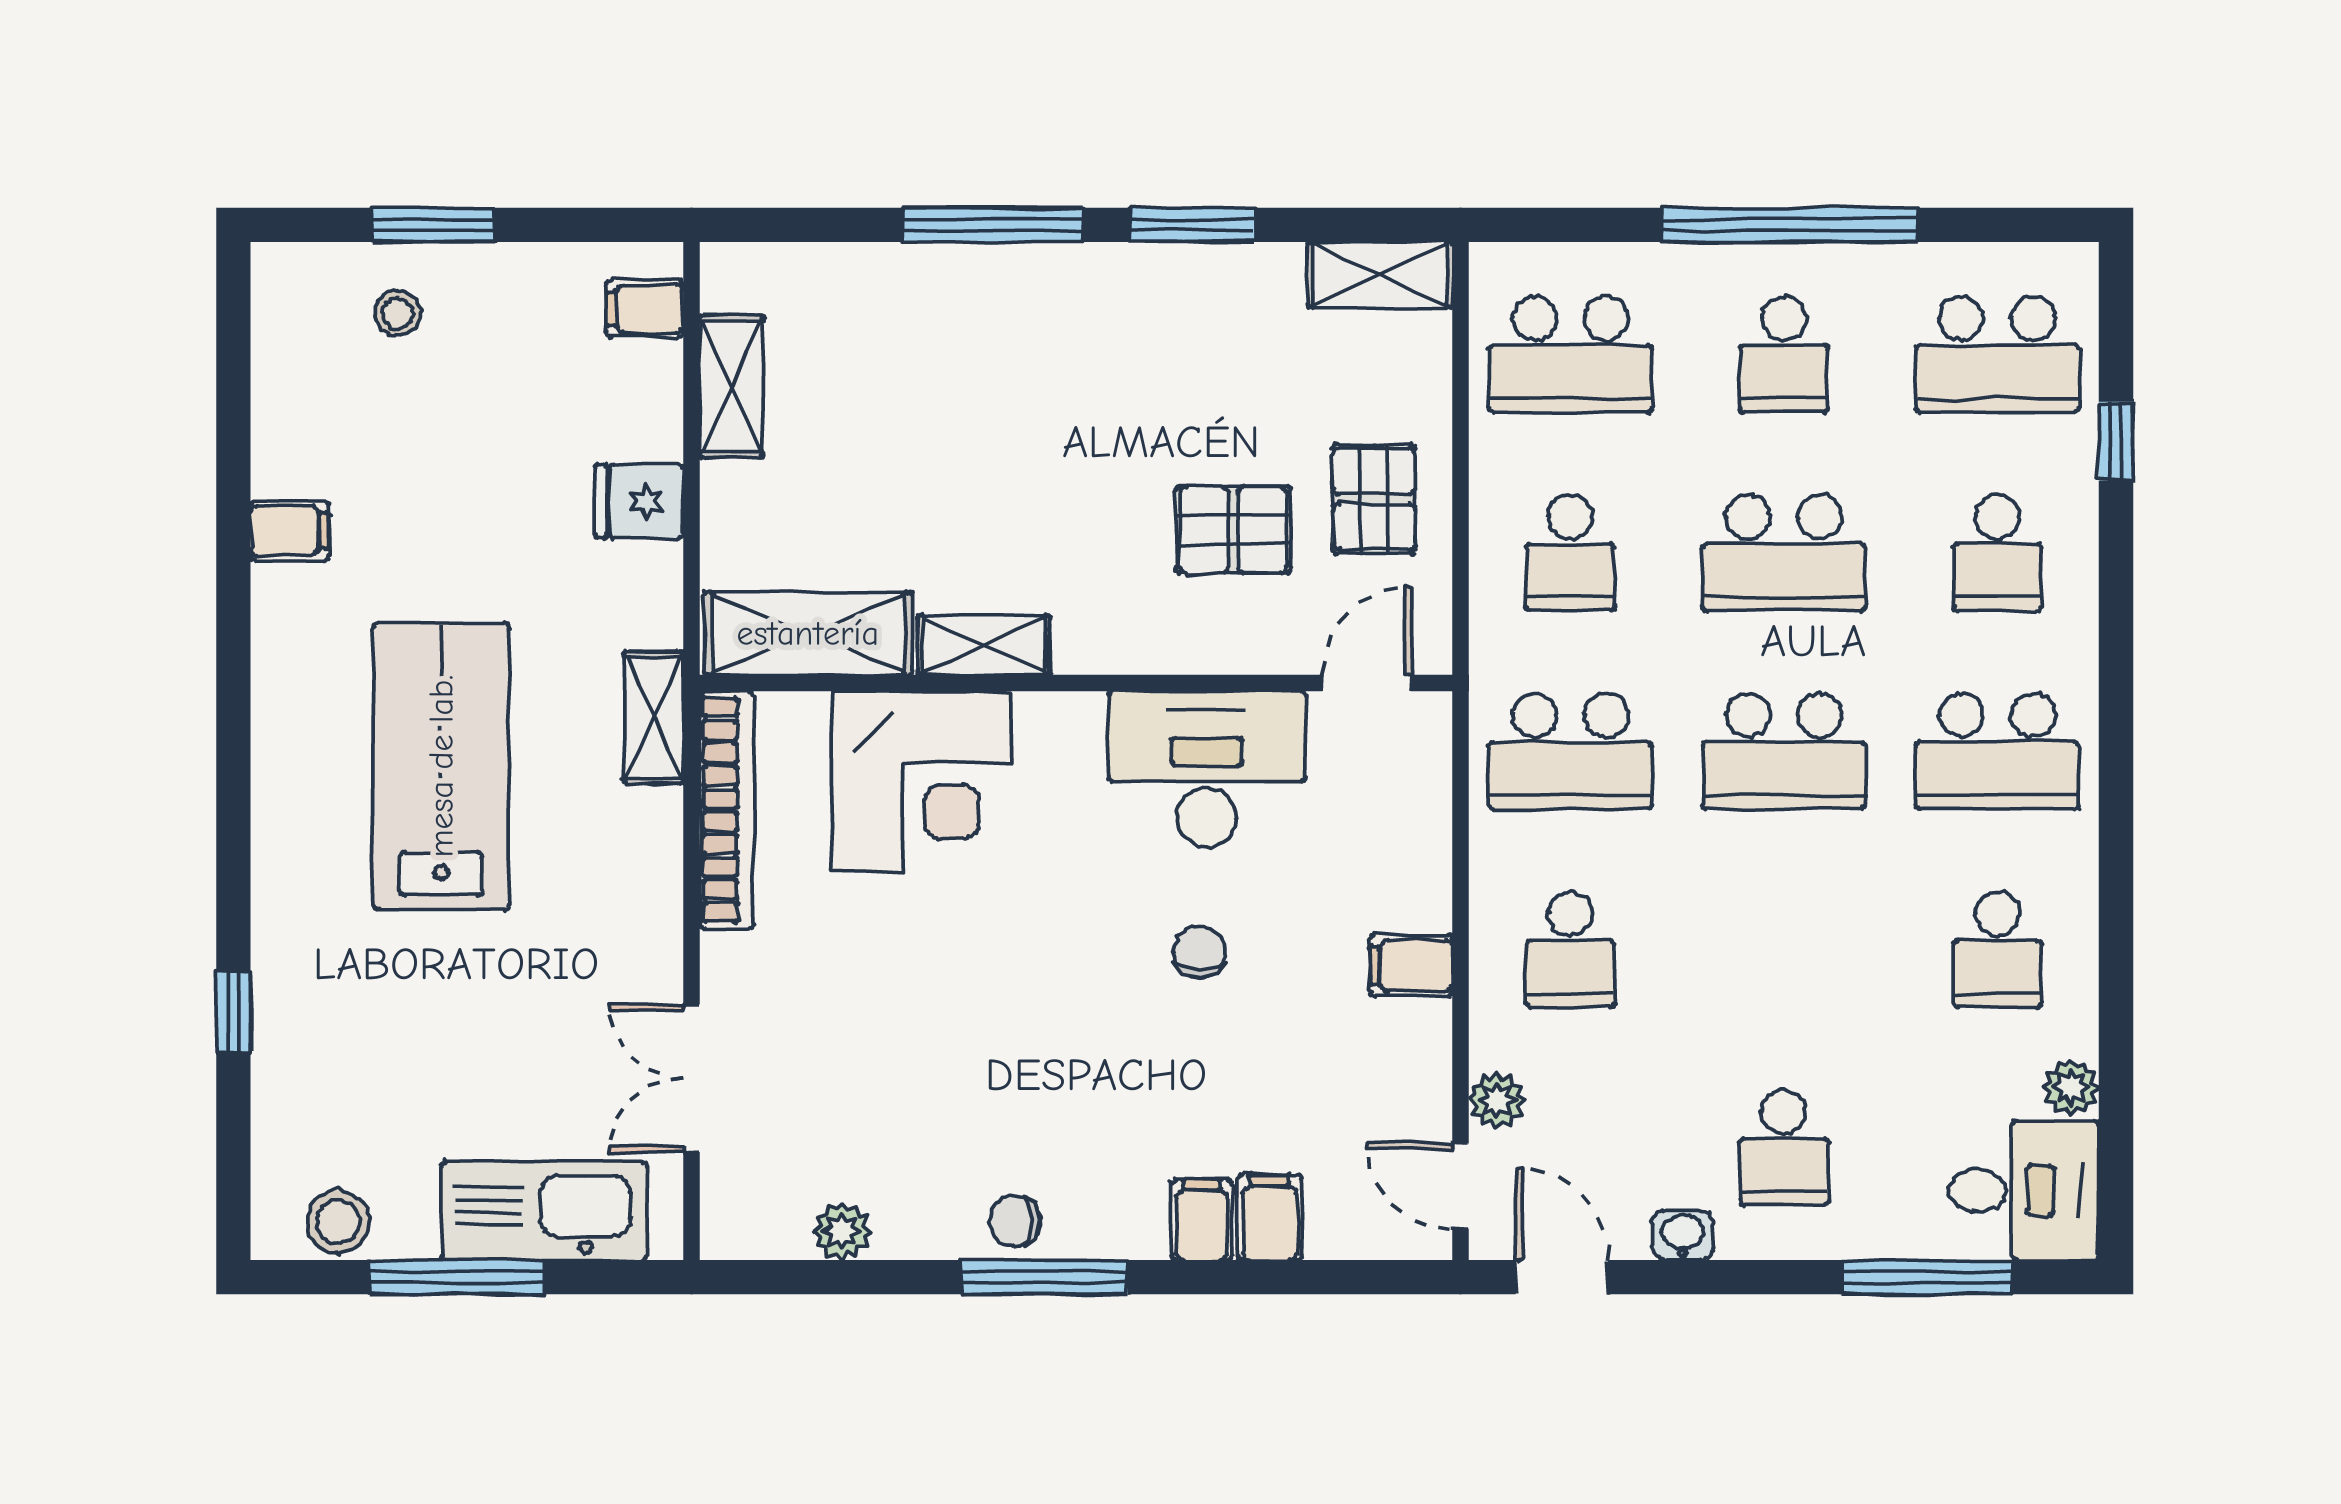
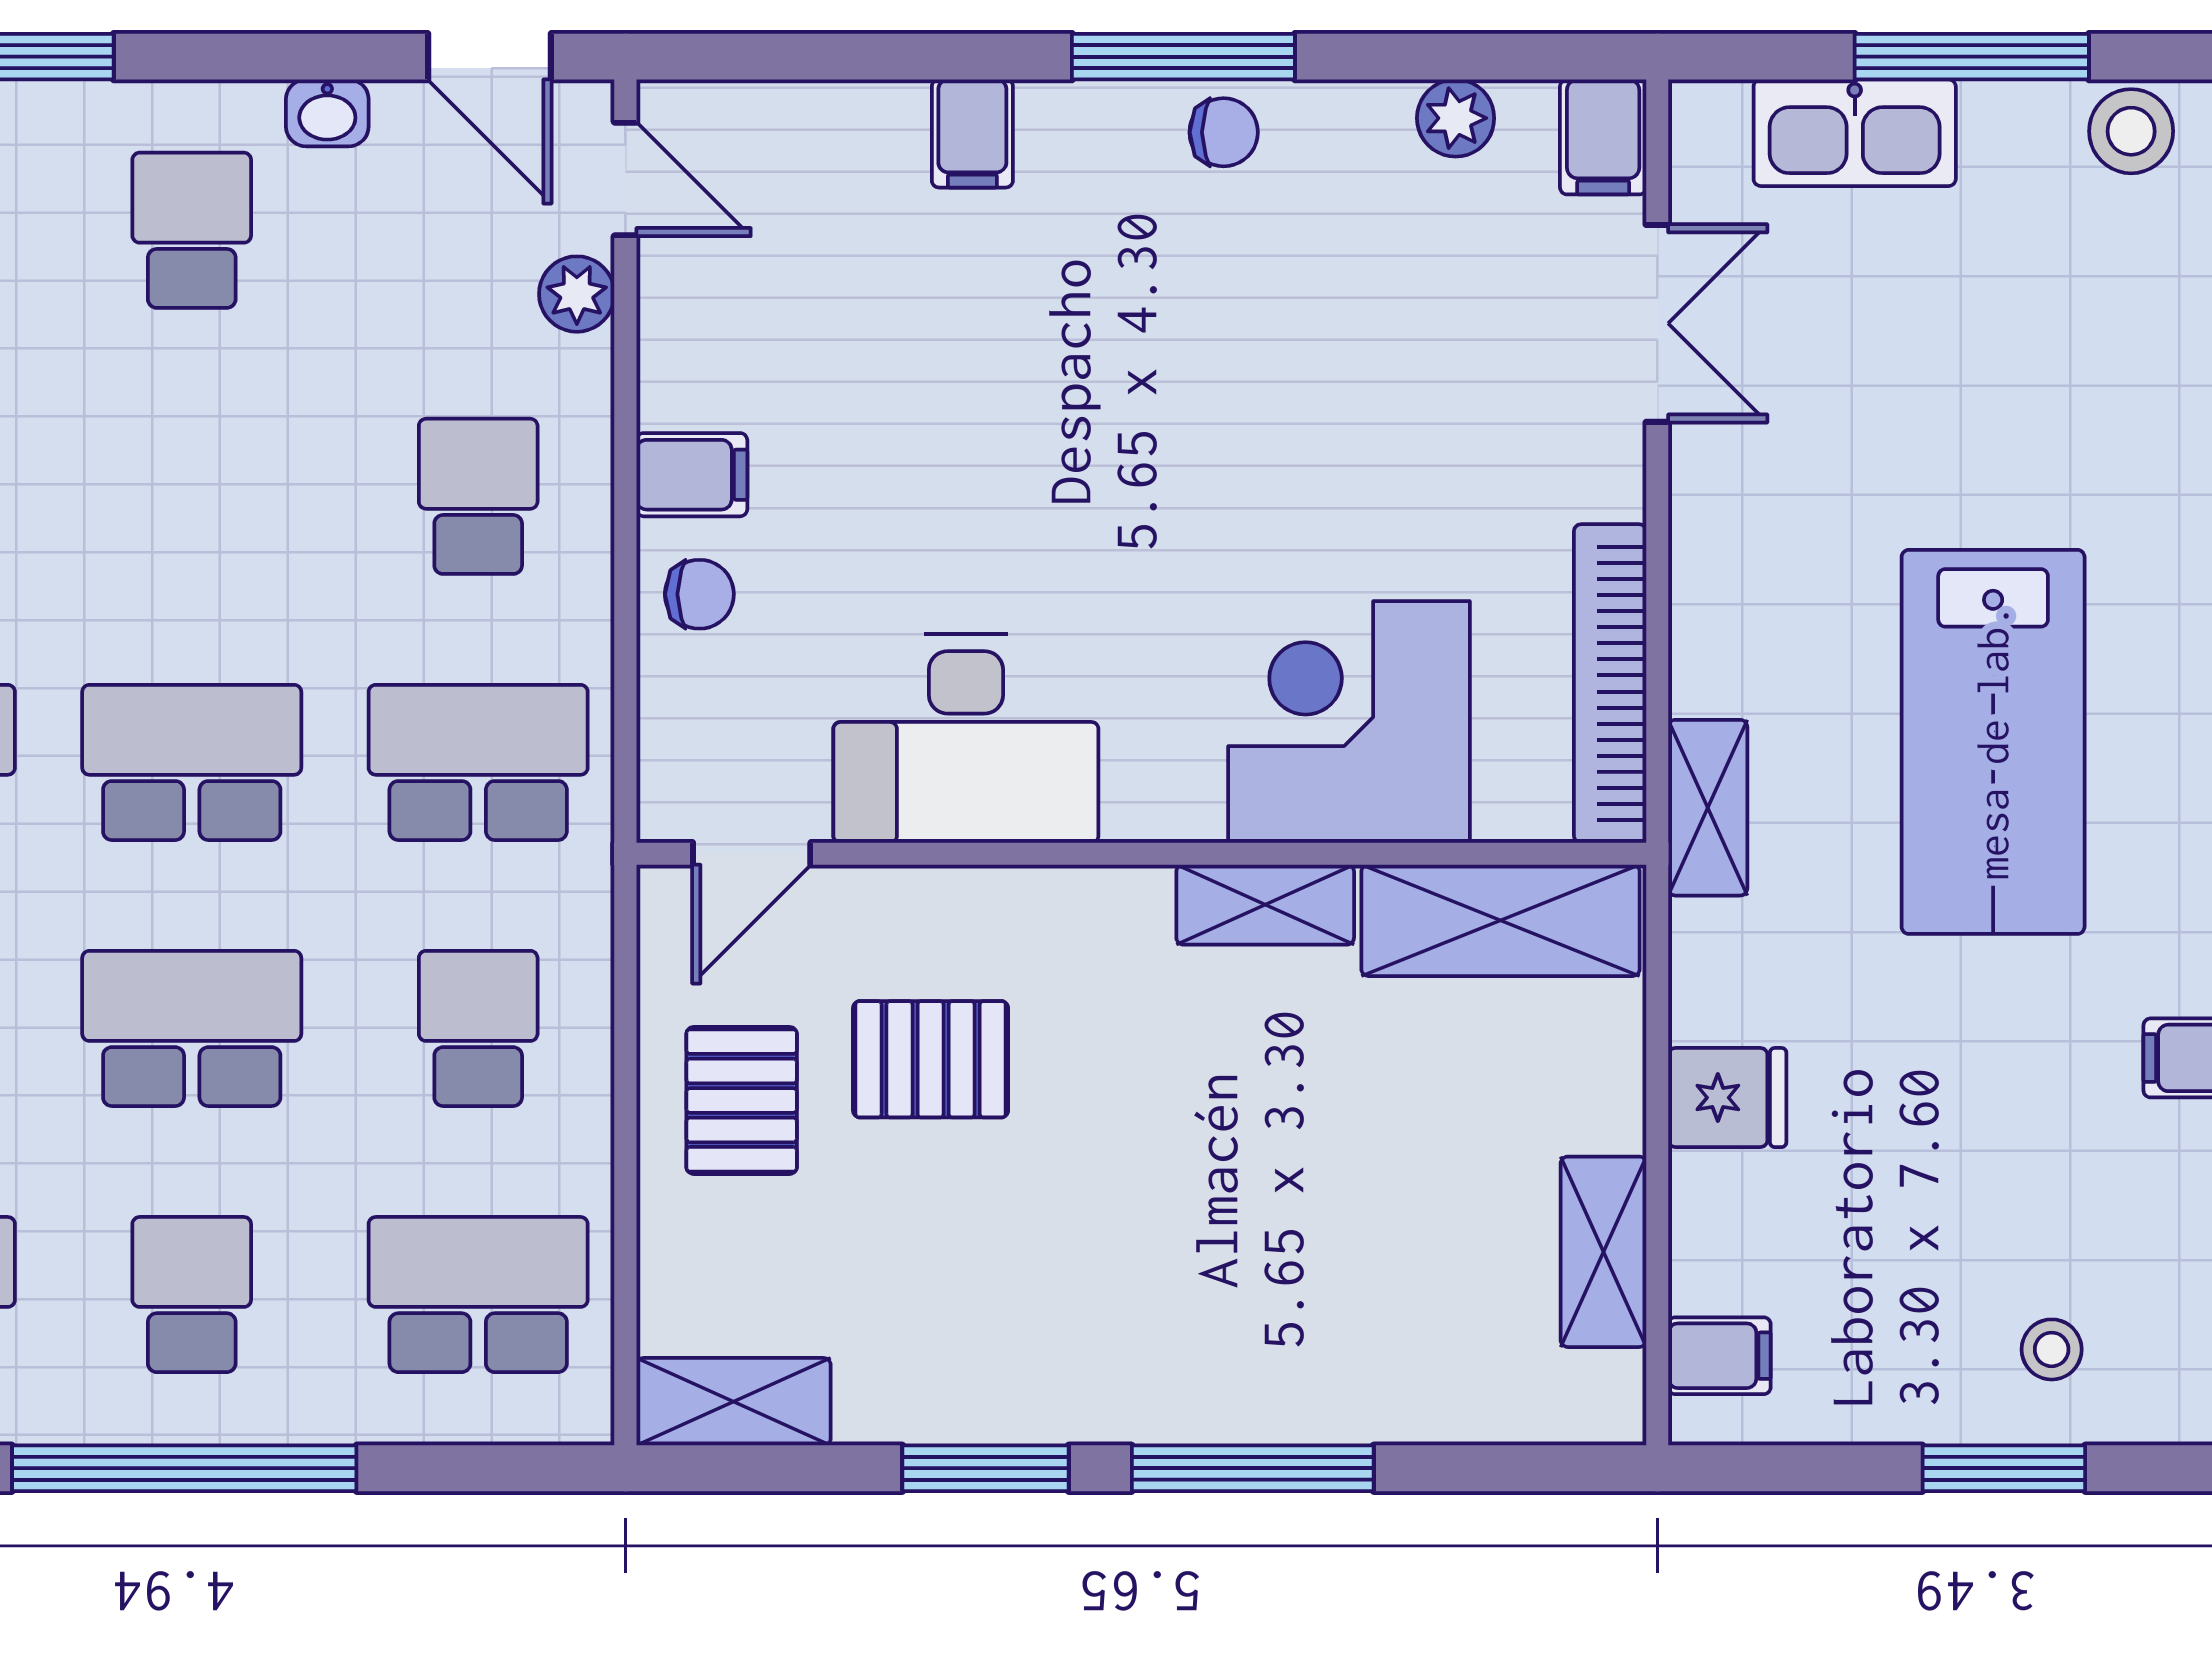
chair: (1199, 952) -> (699, 594), moved, turned -90
kitchen sink: (544, 1211) -> (1855, 133), width x0.73, depth x0.81
filing cabinet: (1270, 1217) -> (1603, 137), moved

